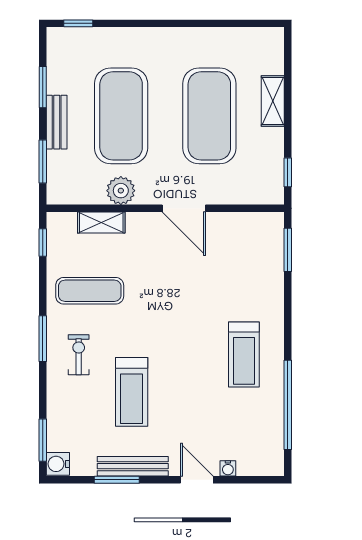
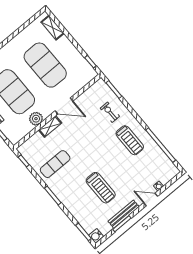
shelving: (273, 101) -> (53, 28), moved
shelving: (101, 223) -> (50, 126), moved
exercise bike: (79, 355) -> (110, 112), moved

